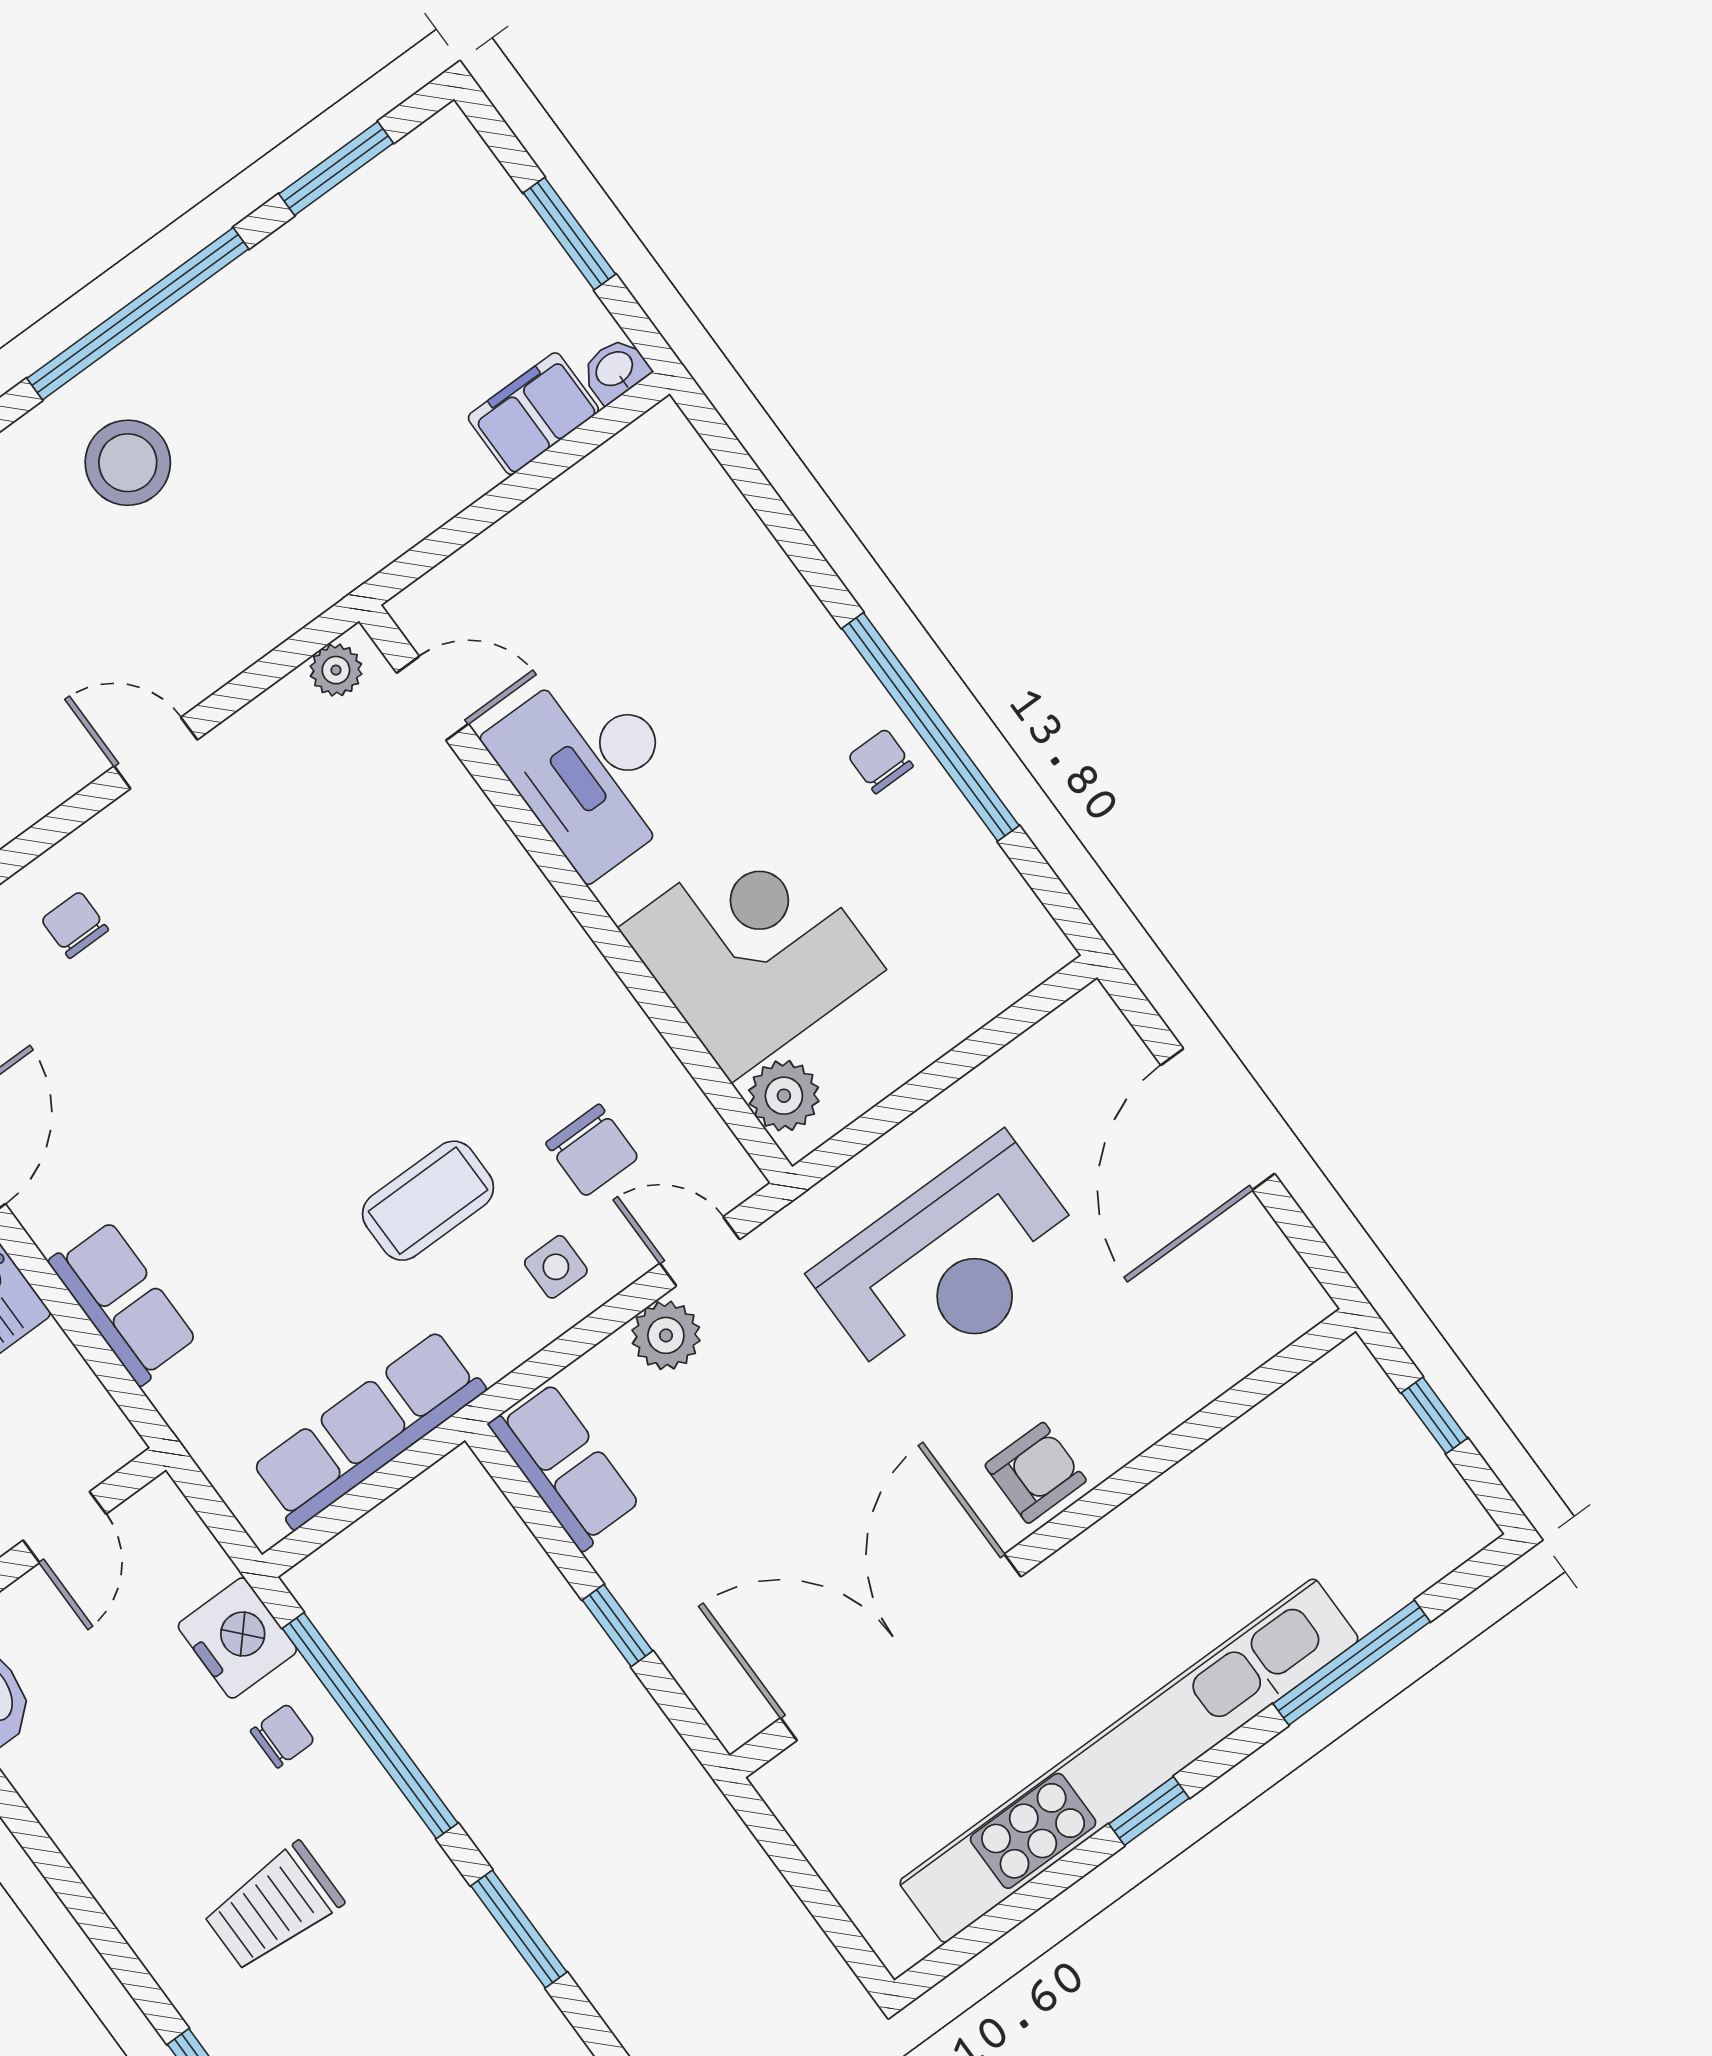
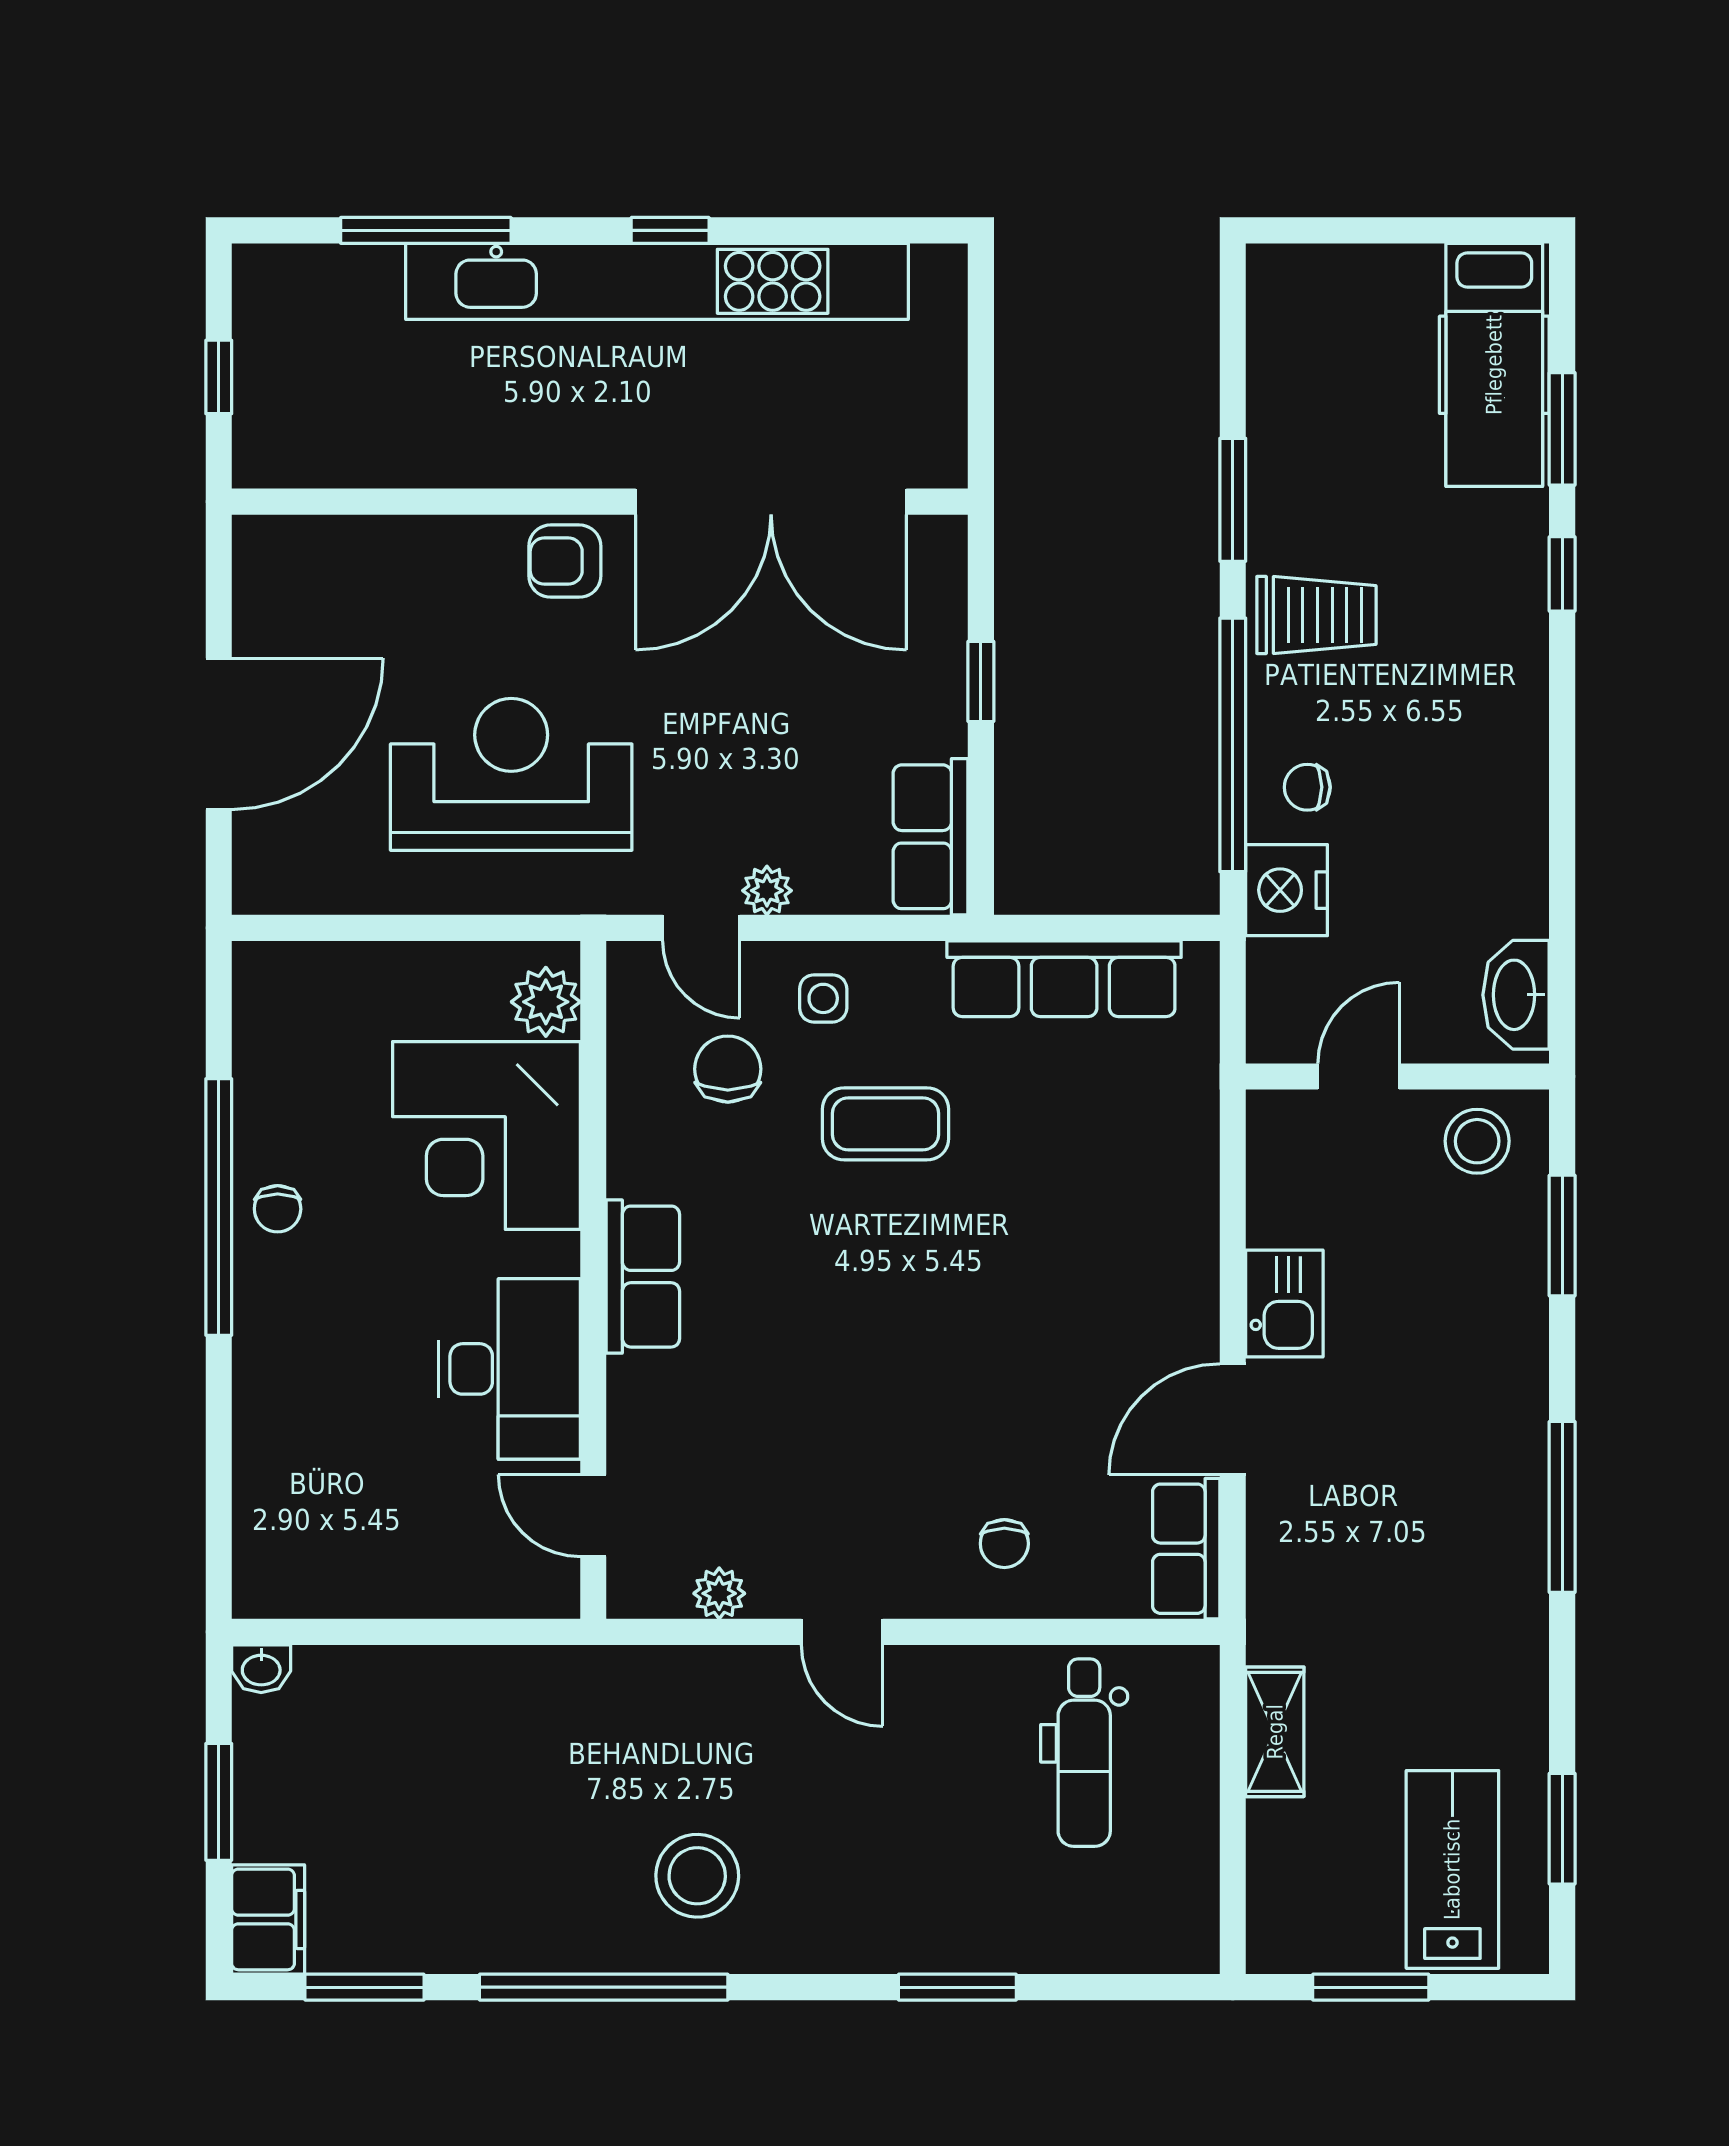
filing cabinet: (533, 414) -> (268, 1919), moved, turned -90
plant: (336, 670) -> (719, 1593), moved
row of seats: (123, 1302) -> (643, 1277), moved, turned 180
plant: (666, 1335) -> (767, 891), width x0.73, depth x0.73
trolley: (273, 1907) -> (1316, 615), moved

